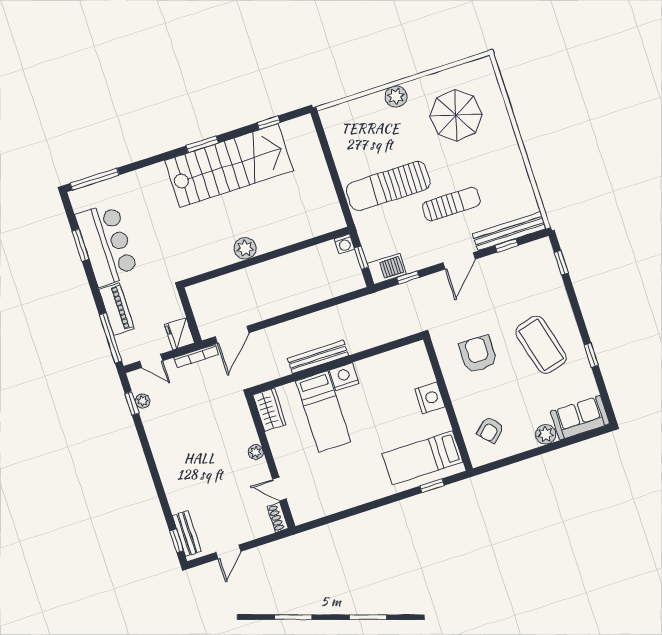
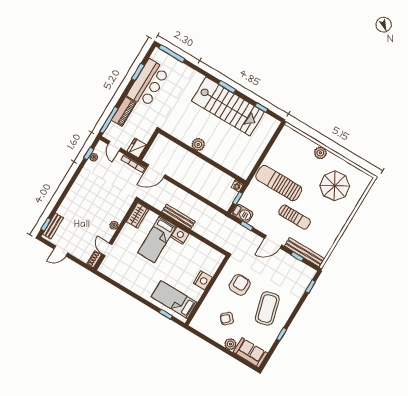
armchair: (490, 430) -> (227, 319), moved

